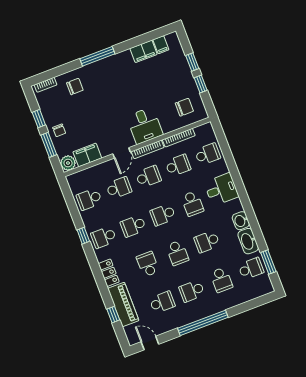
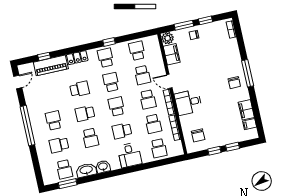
chair: (75, 87) -> (234, 83), moved
school desk: (207, 242) -> (90, 138), turned 180
school desk: (162, 302) -> (48, 96), removed

